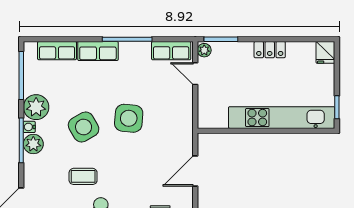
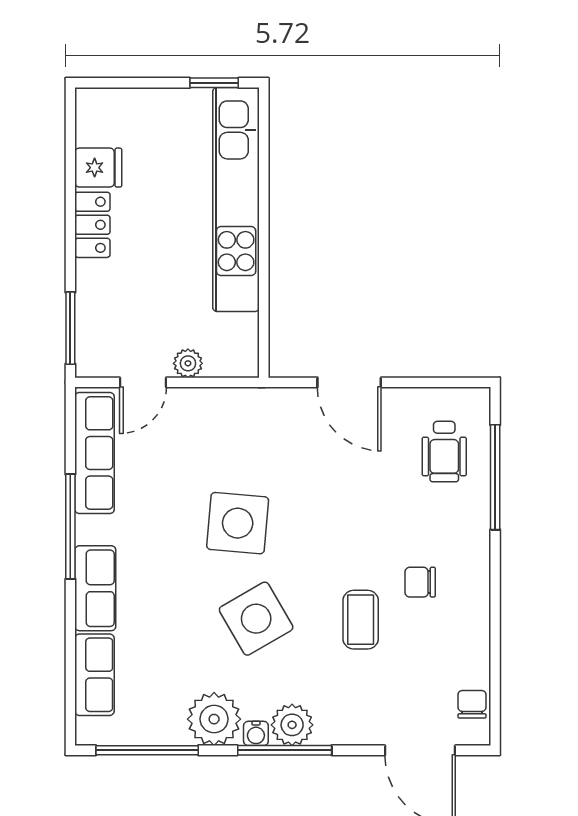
plant: (204, 50) -> (188, 363), moved
row of seats: (171, 51) -> (95, 453), width x1.48
fridge: (325, 52) -> (98, 168), moved

